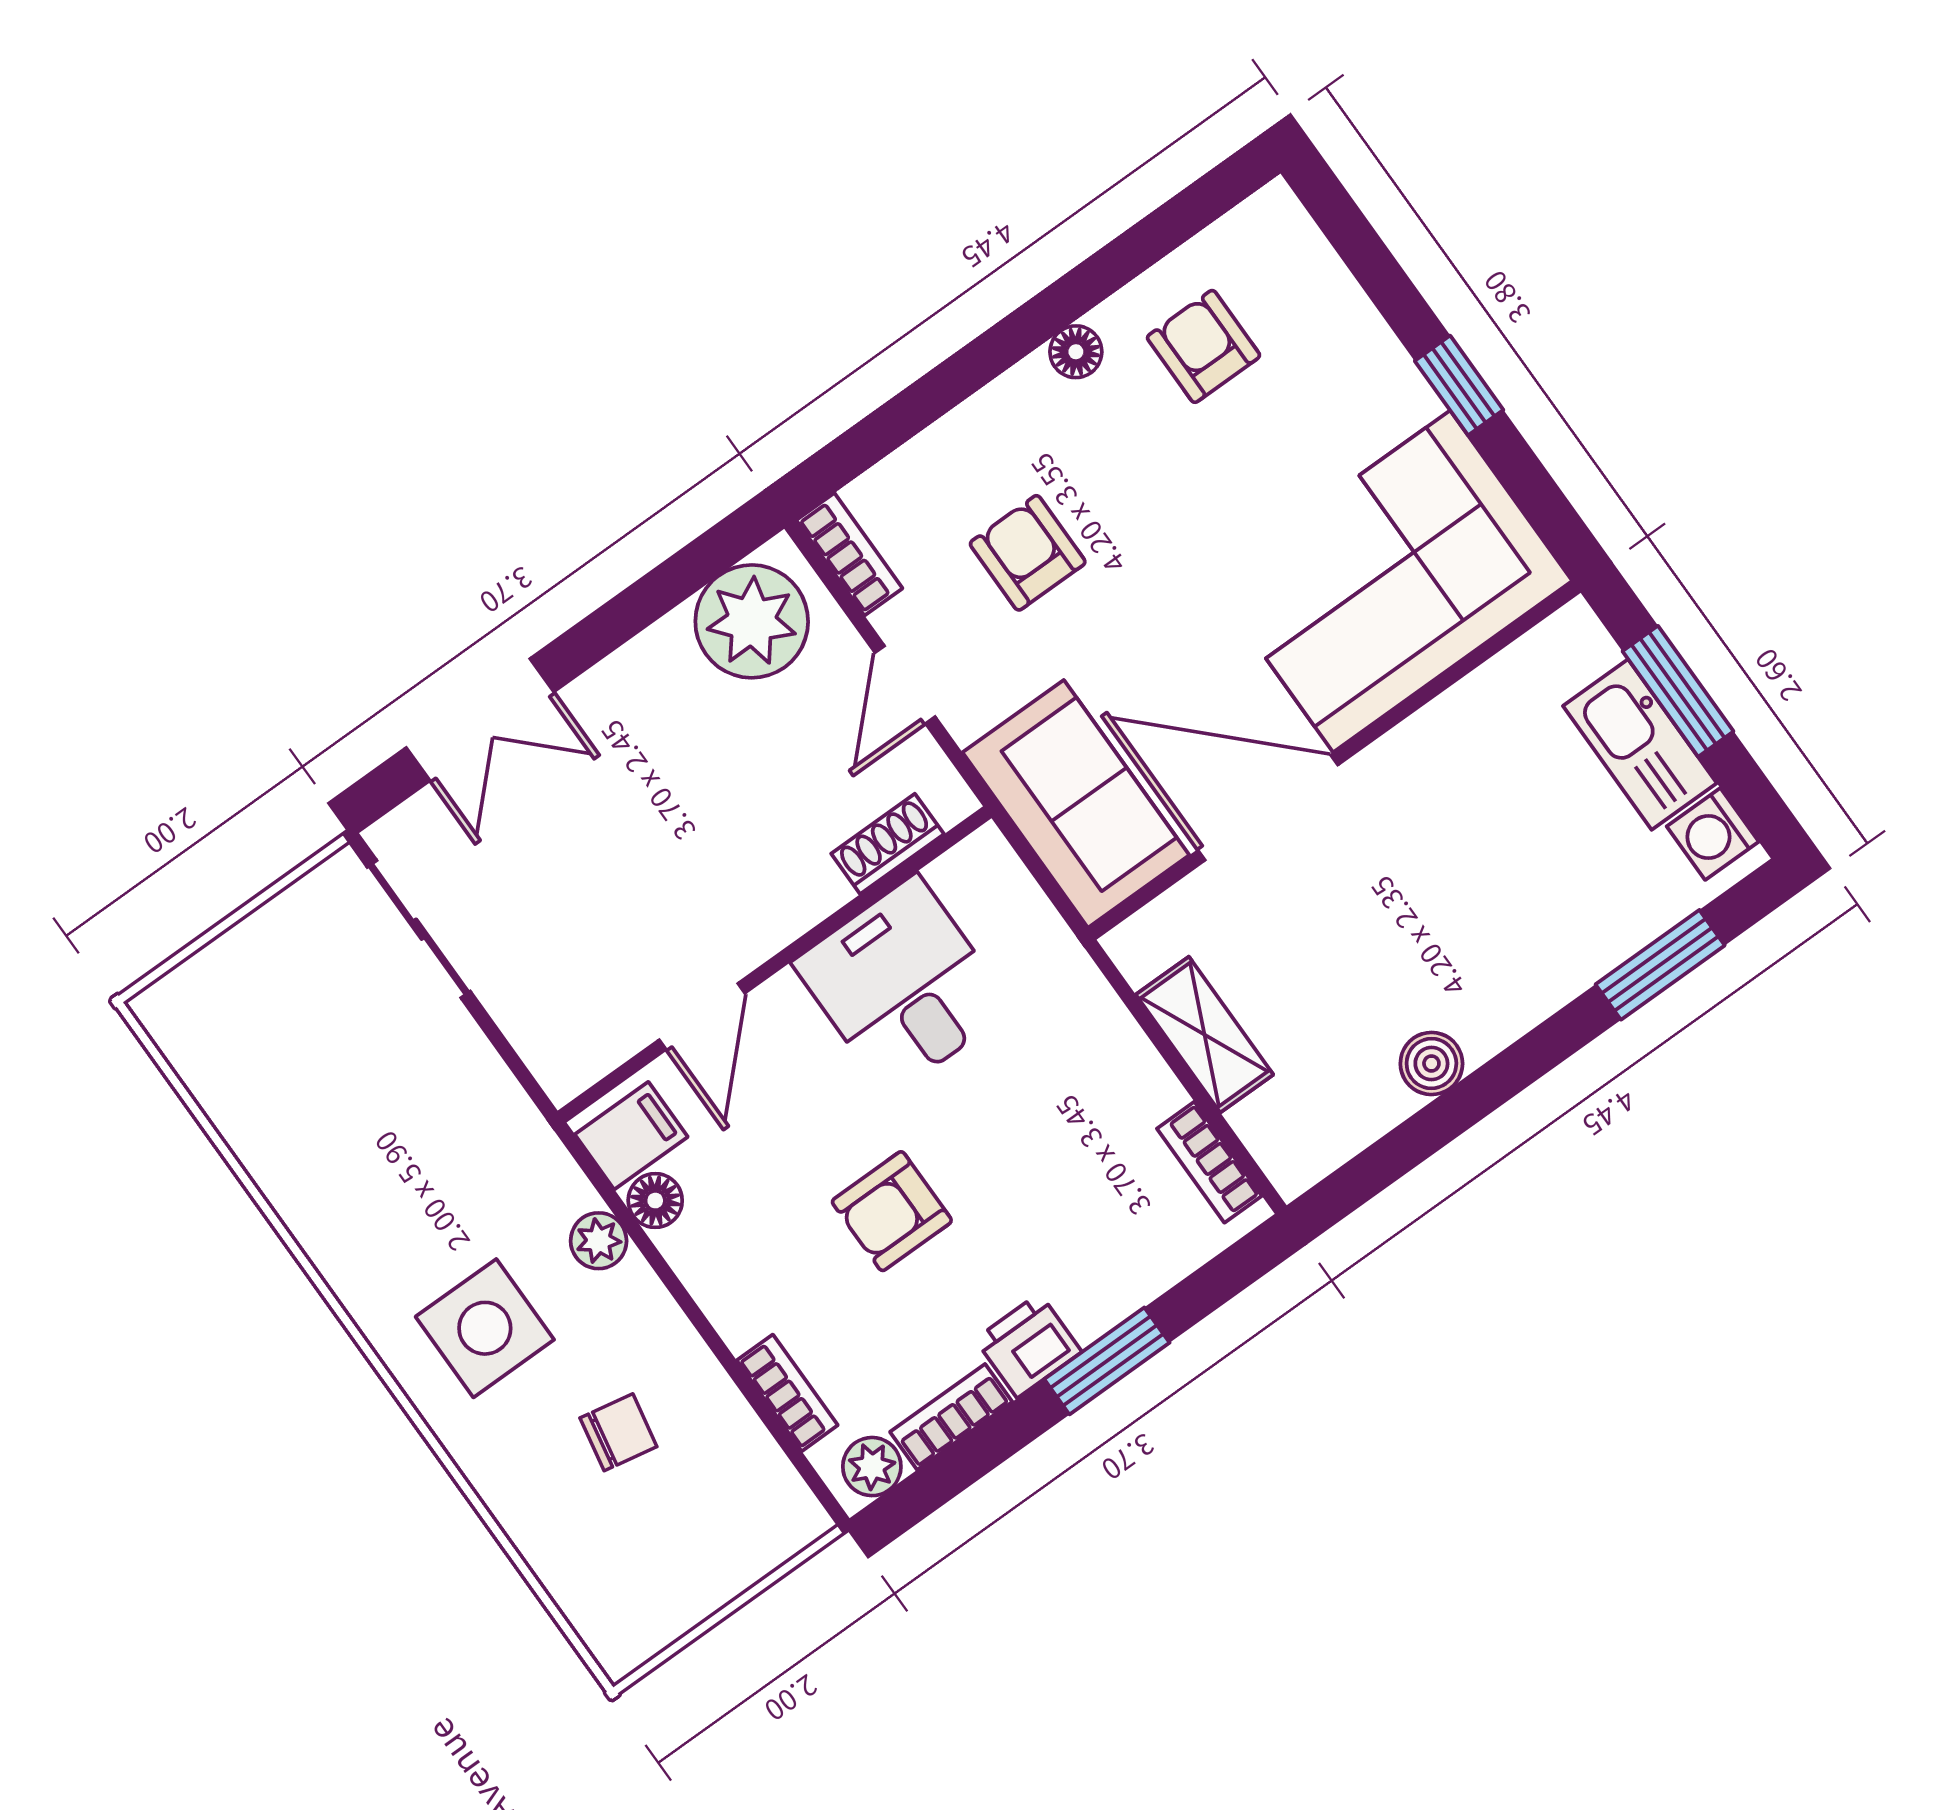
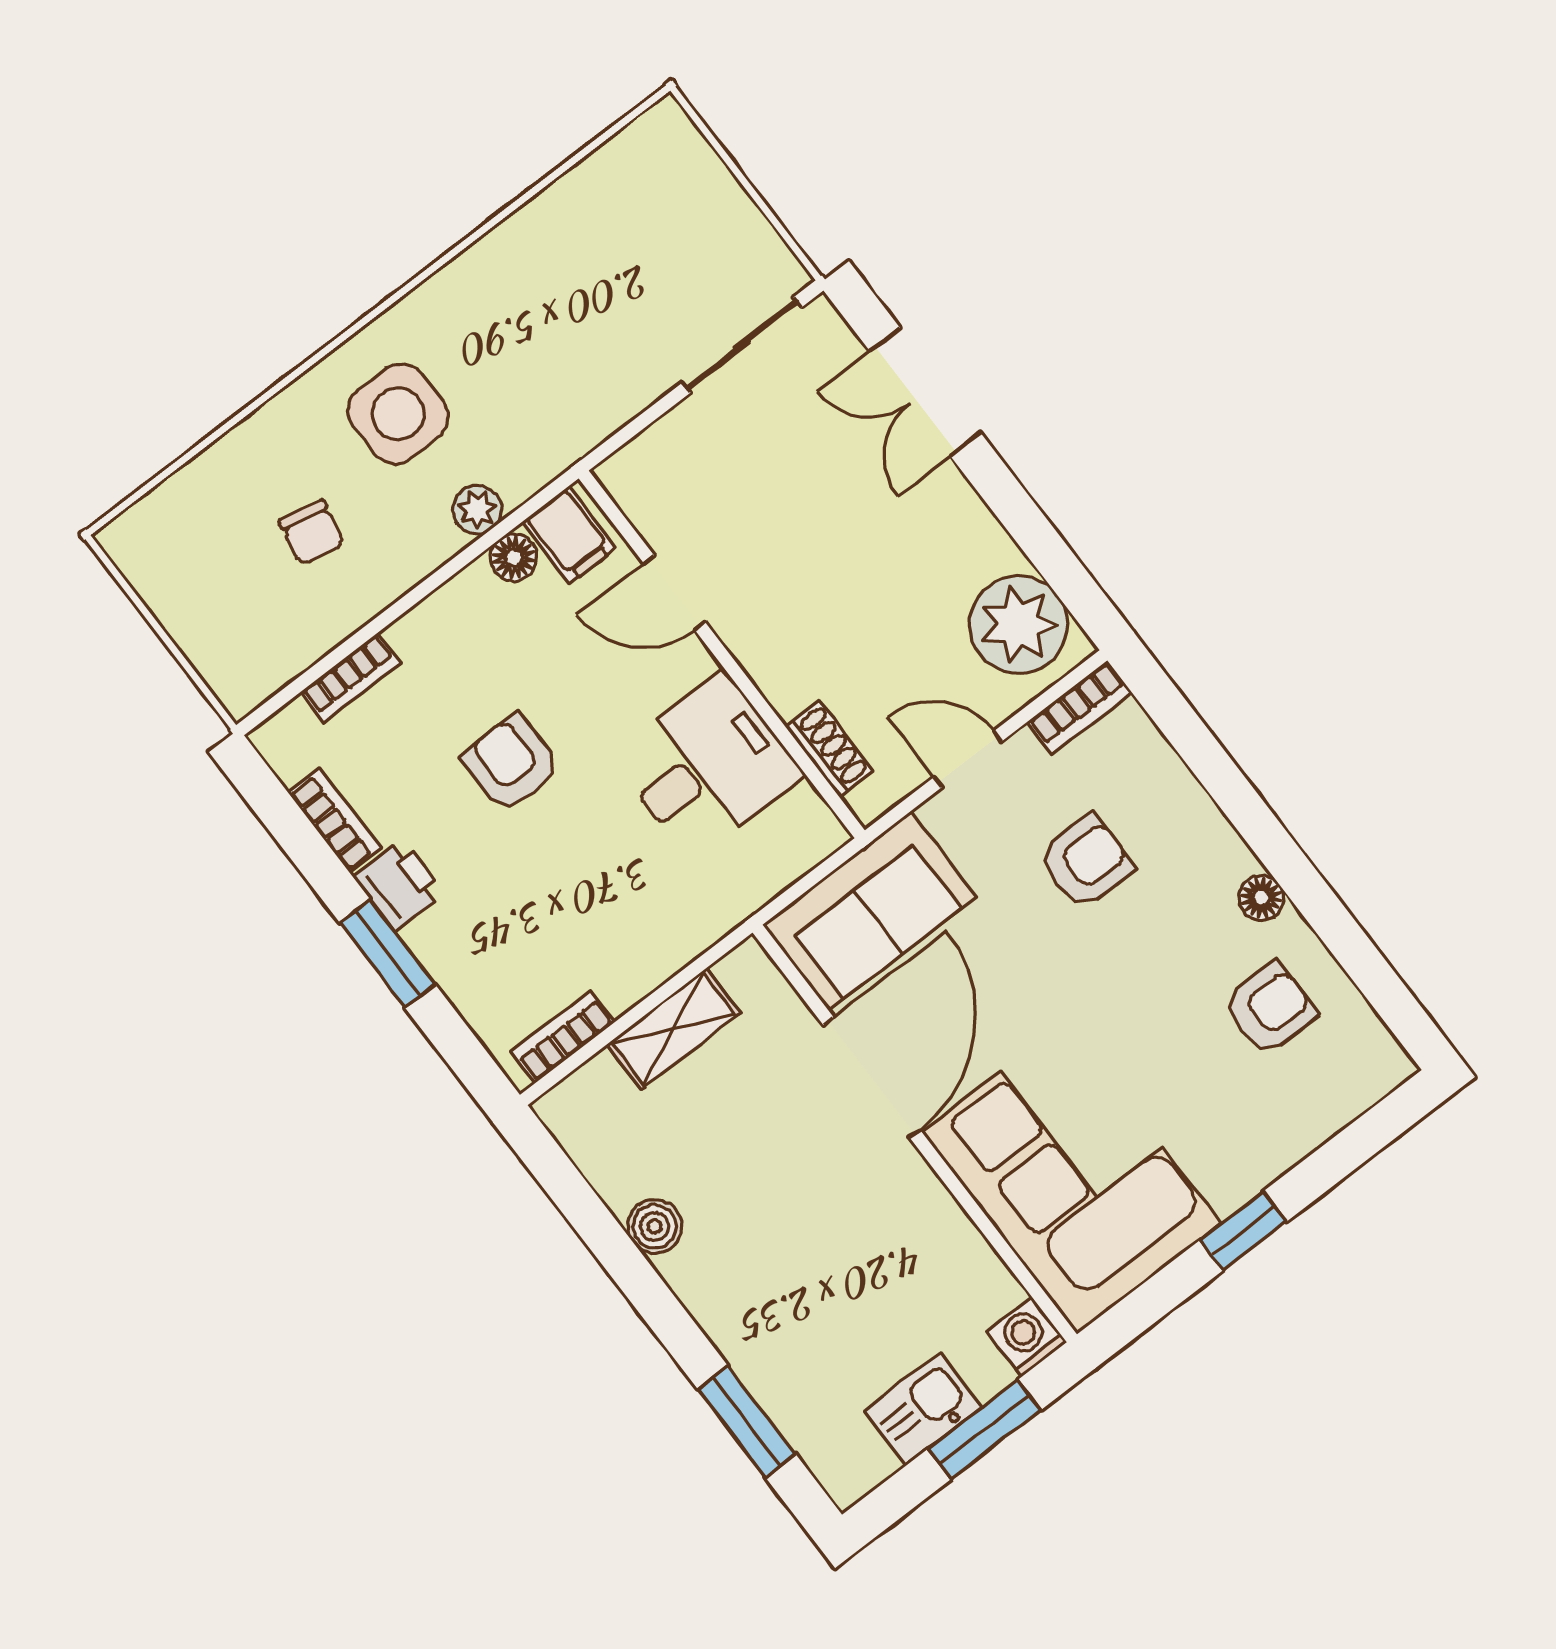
kitchen sink: (1640, 745) -> (923, 1409), width x0.73
washing machine: (1713, 834) -> (1027, 1337), moved
plant: (872, 1467) -> (289, 753), removed

